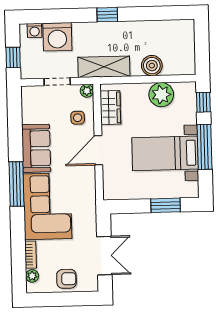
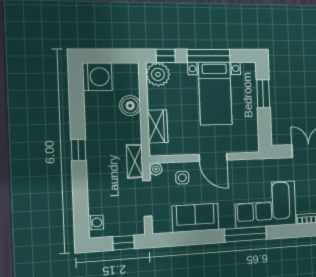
washing machine: (57, 37) -> (97, 77), moved
shelving: (104, 67) -> (135, 161), width x0.67, depth x0.75
doorway: (57, 82) -> (147, 198), width x1.38
plant: (161, 95) -> (158, 74), moved
wardrobe: (110, 108) -> (158, 126), moved, turned 90
sofa: (36, 148) -> (195, 218), moved

